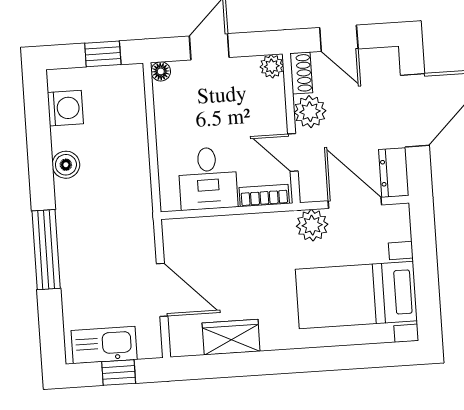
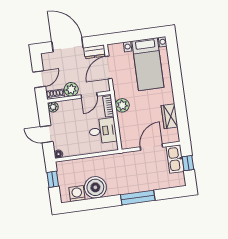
boiler: (66, 165) -> (95, 187), width x1.86, depth x1.86
plant: (312, 225) -> (122, 105), moved
kitchen sink: (104, 345) -> (175, 159), moved

